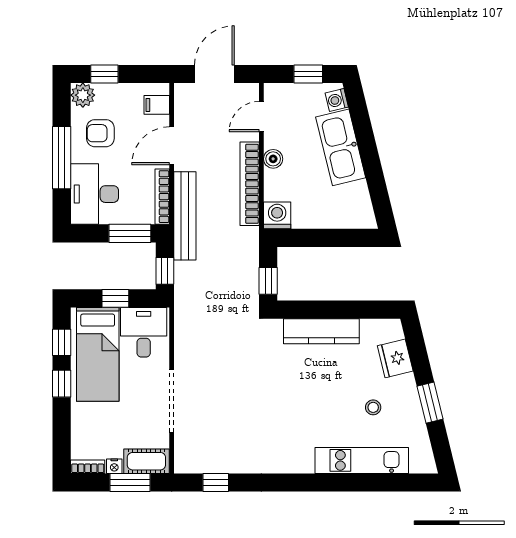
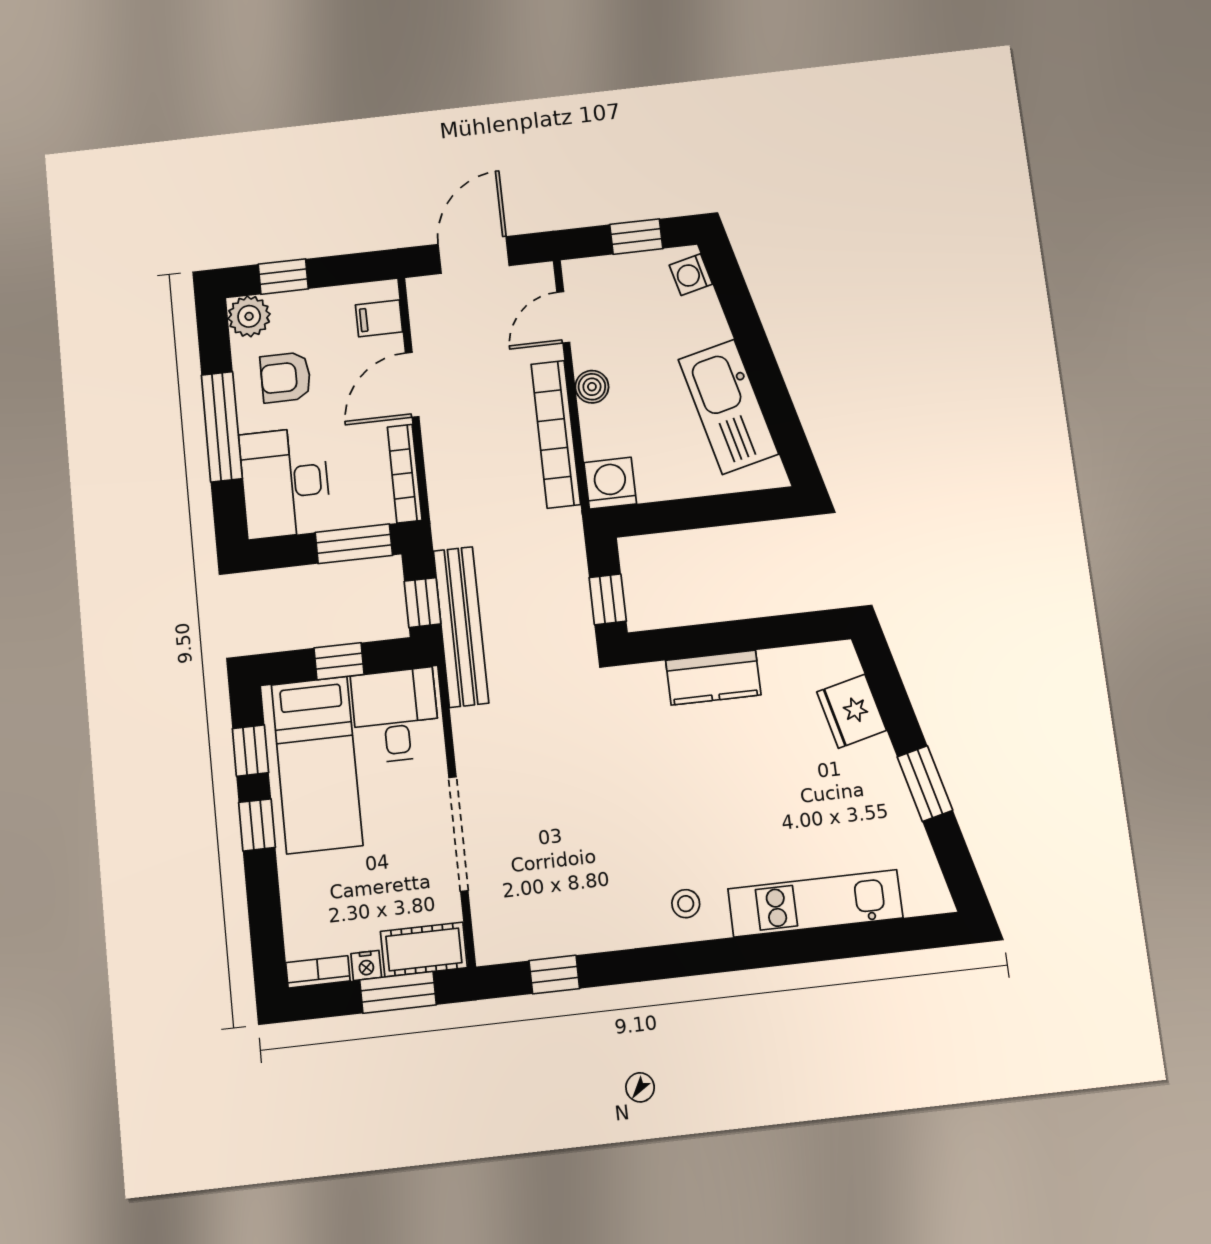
kitchen sink: (341, 147) -> (728, 407), moved
bench: (185, 216) -> (461, 627), moved
kitchen counter: (321, 331) -> (713, 678), width x0.67
stool: (373, 407) -> (686, 904), moved

